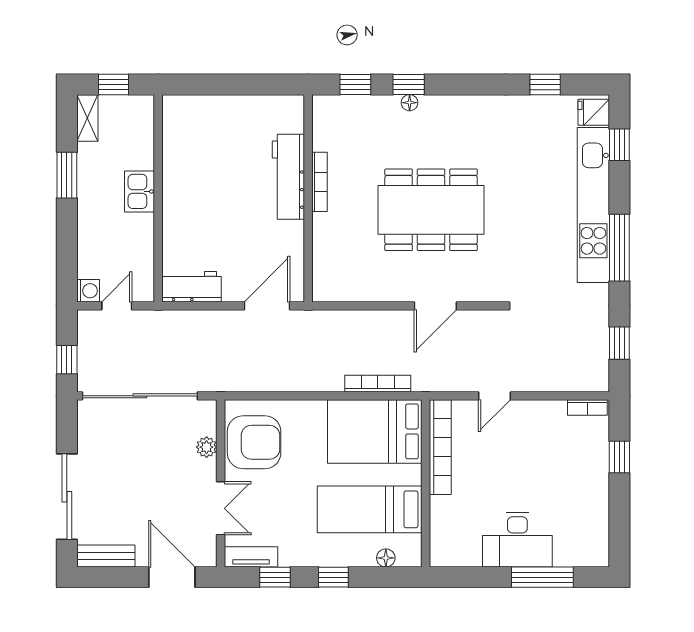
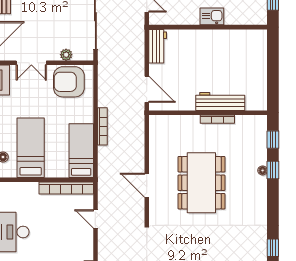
bookcase: (378, 384) -> (102, 126), moved
bed: (375, 431) -> (81, 151), width x0.67
armchair: (254, 442) -> (69, 82), turned 90

